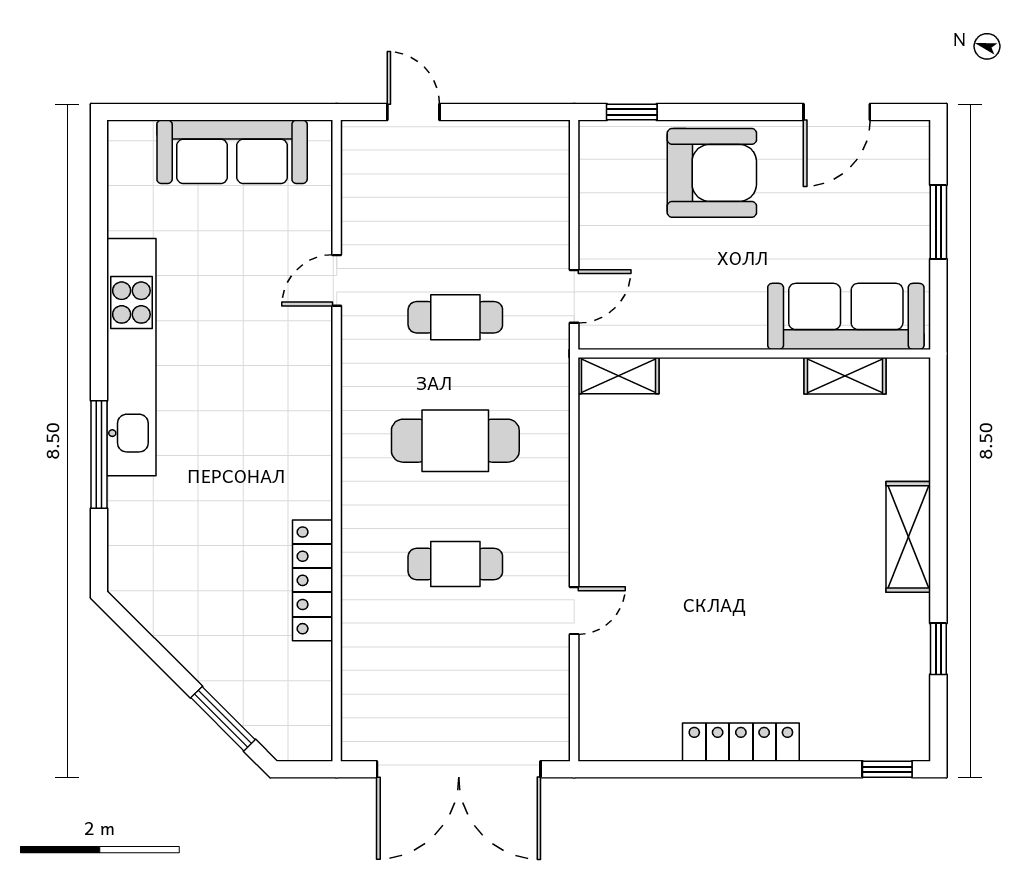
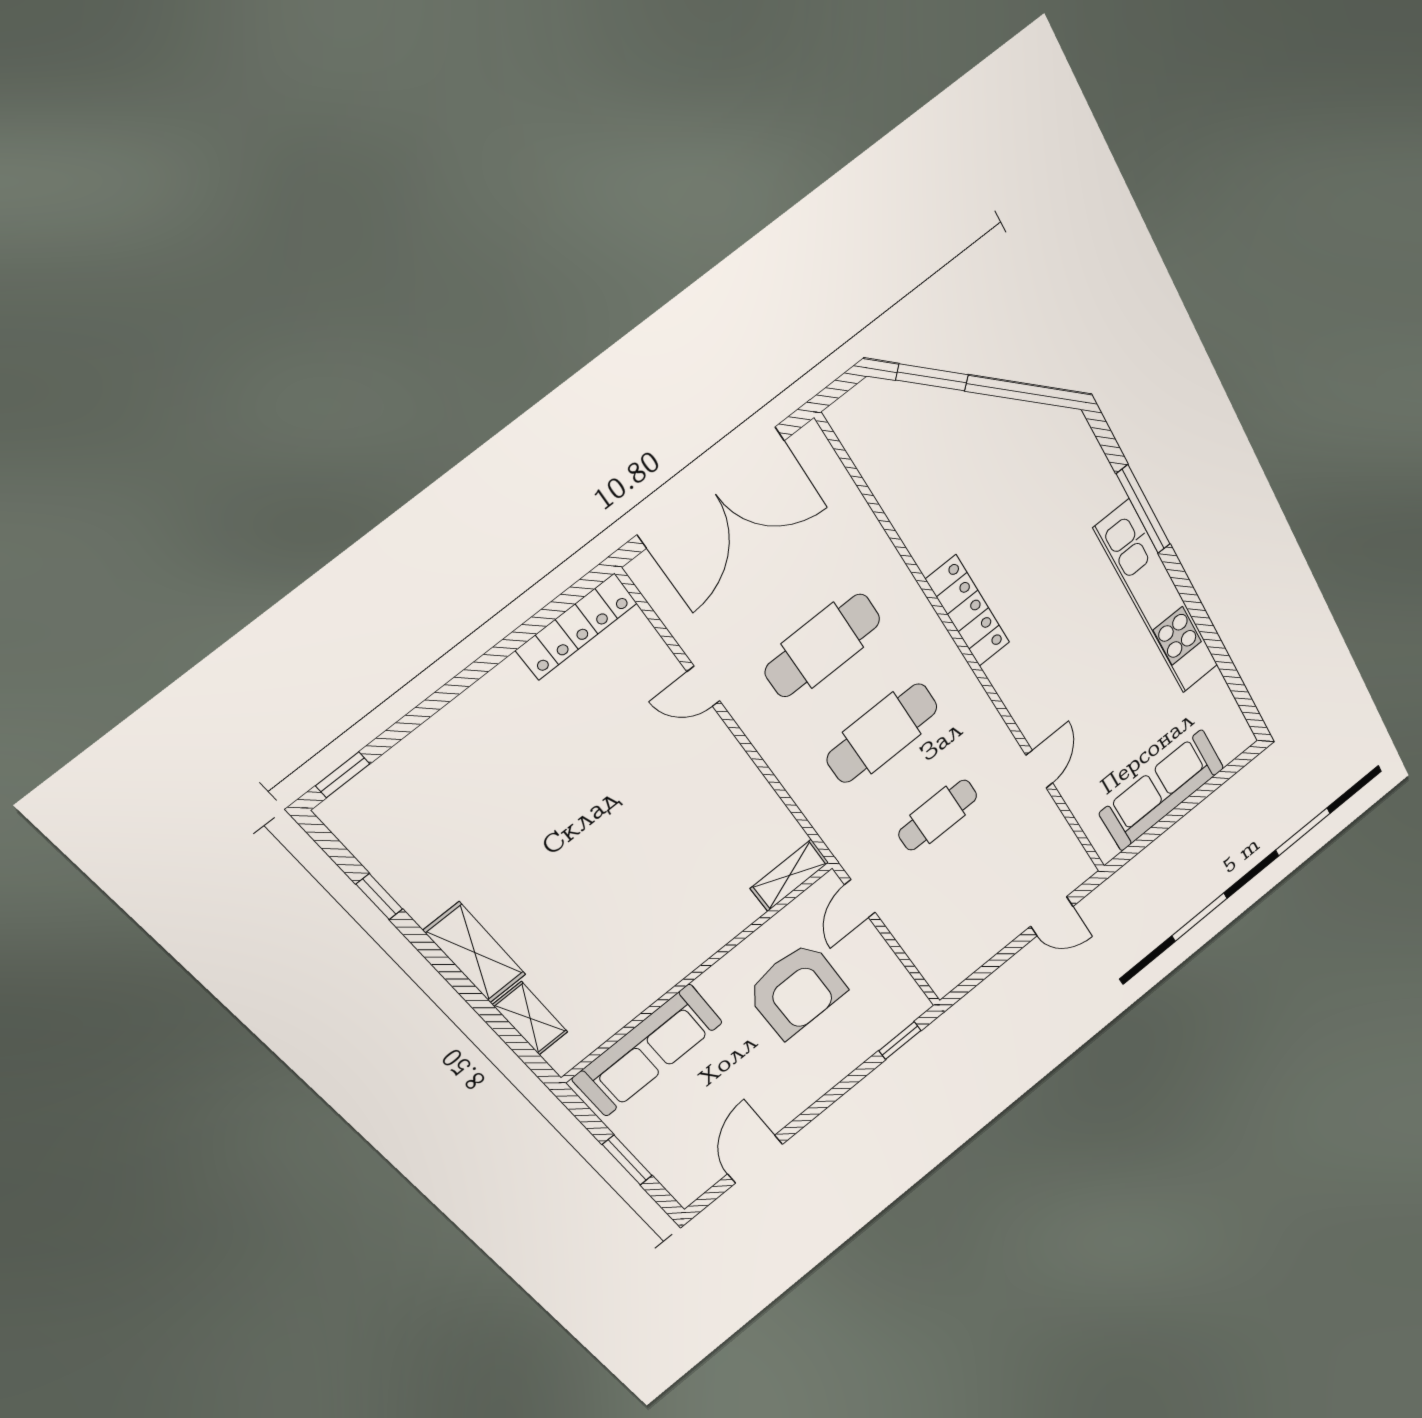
armchair: (712, 173) -> (796, 990), moved, turned -90
shelving: (845, 376) -> (530, 1018), moved, turned 90
cafe table: (455, 564) -> (823, 645), width x1.37, depth x1.35
locker: (313, 580) -> (968, 611), moved
door: (574, 611) -> (703, 686), hinge flipped
locker: (741, 742) -> (577, 627), moved
double door: (459, 769) -> (711, 487), swing flipped

